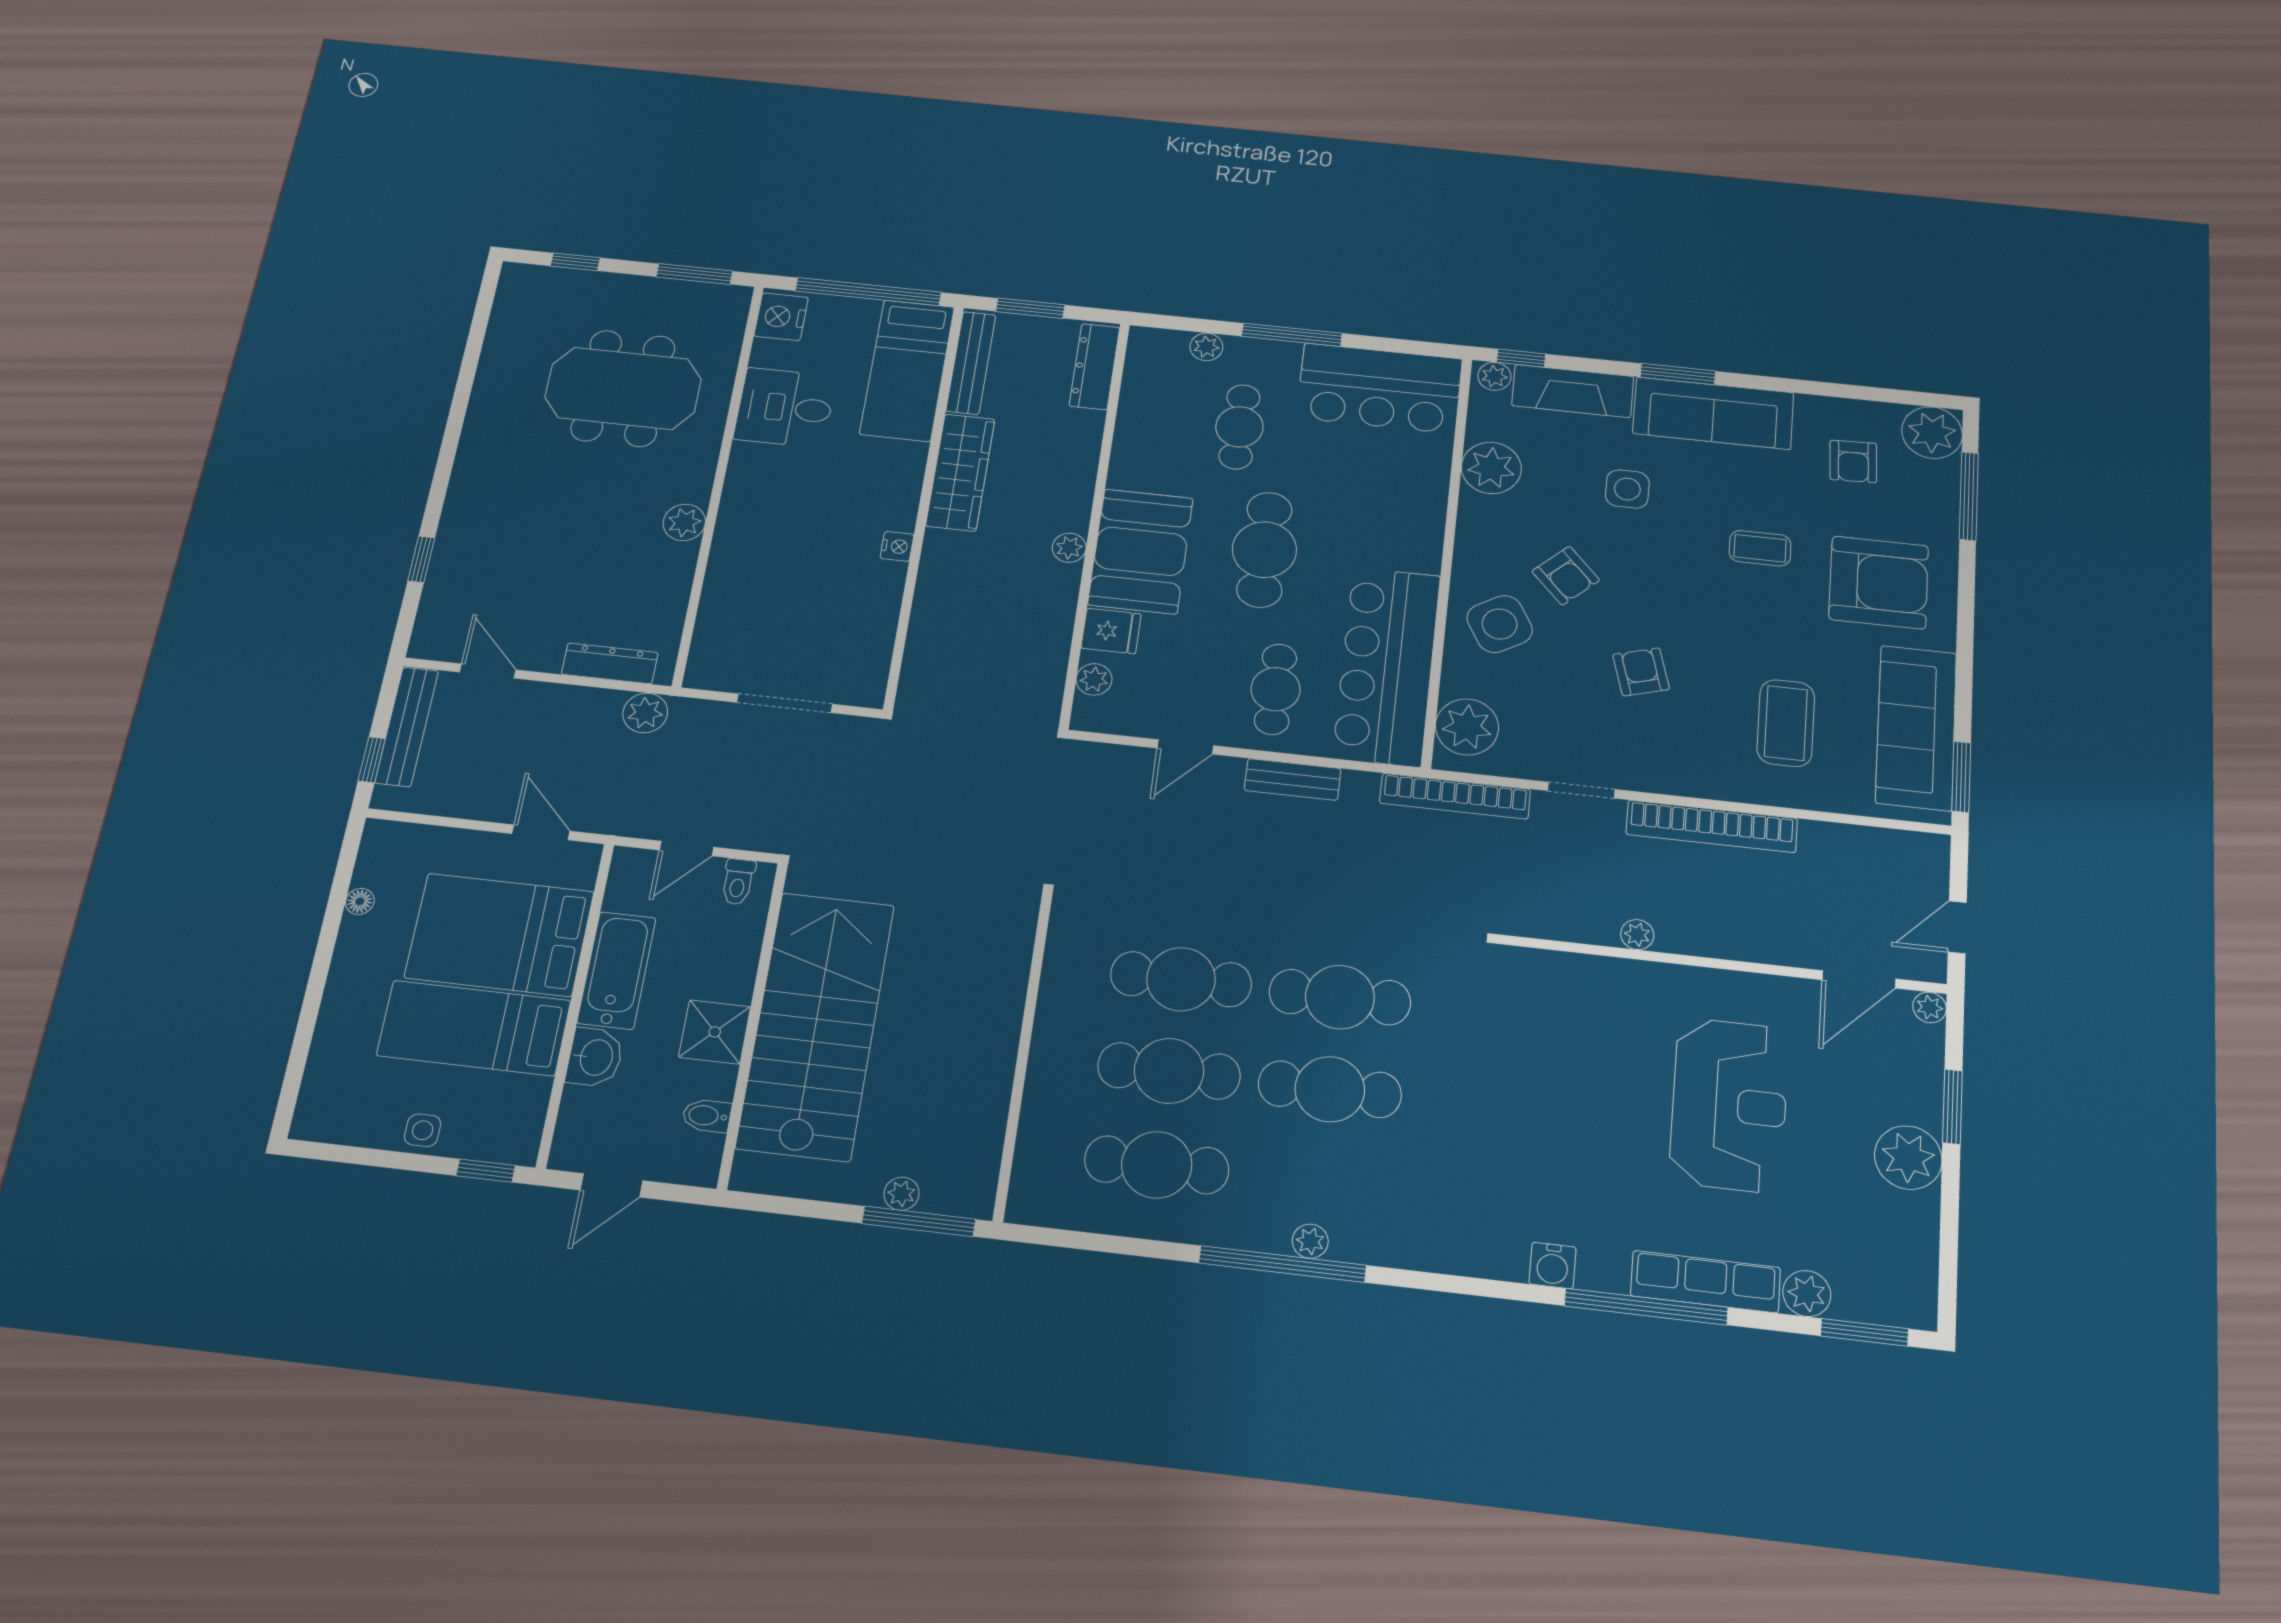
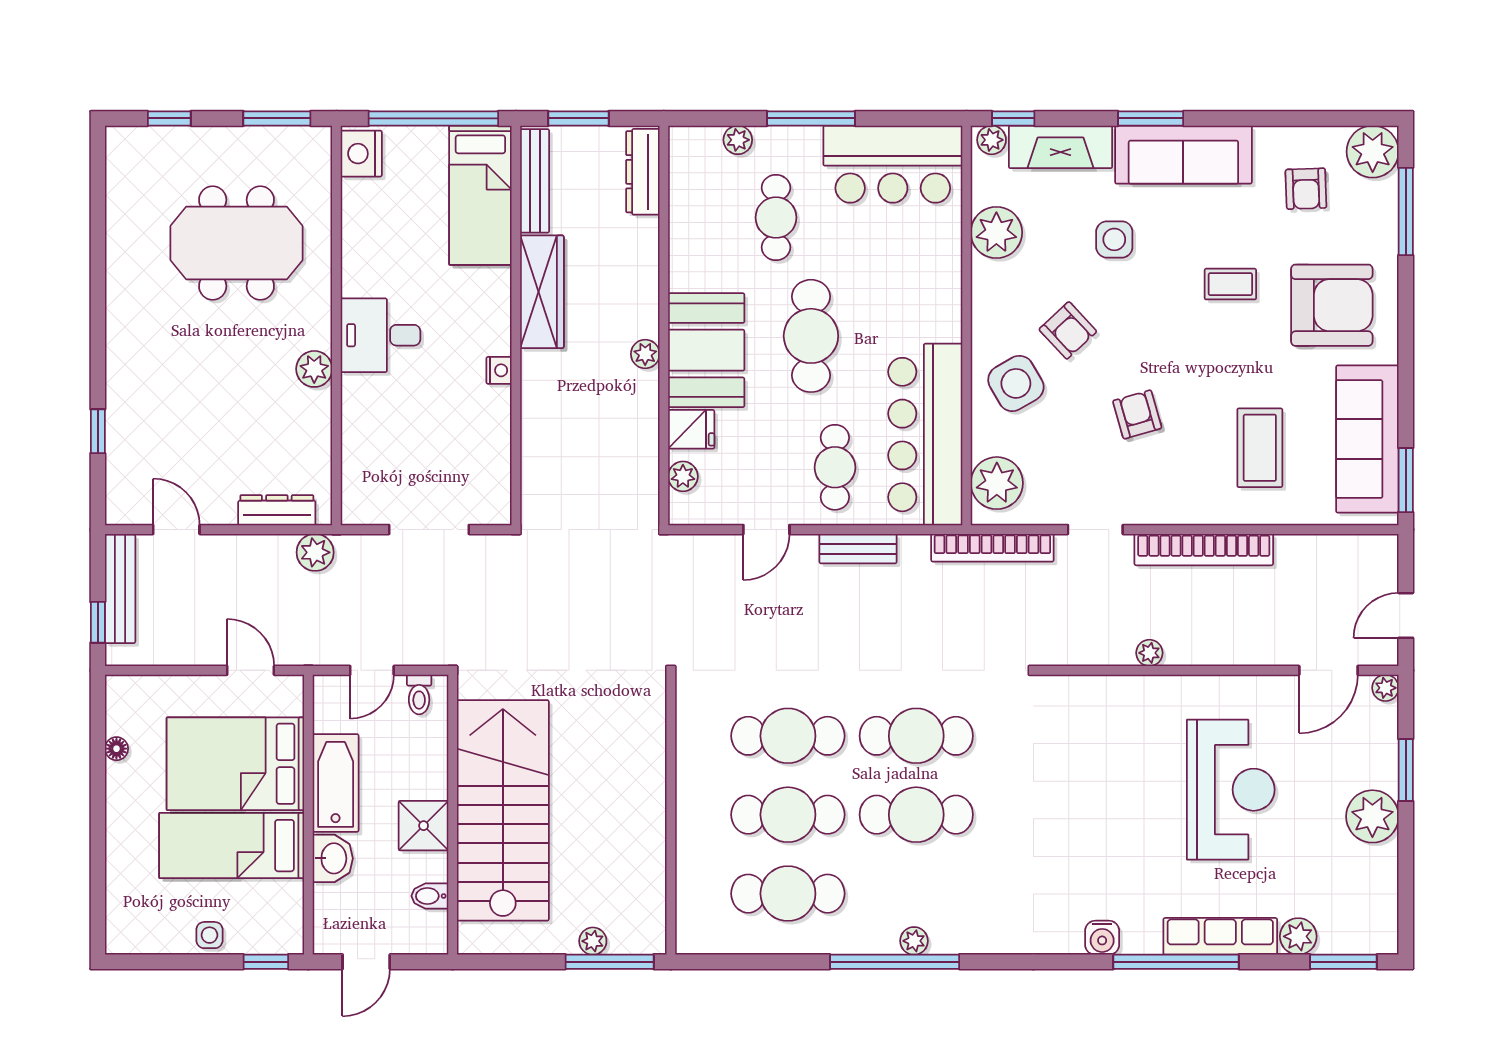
desk: (785, 408) -> (380, 335), moved

